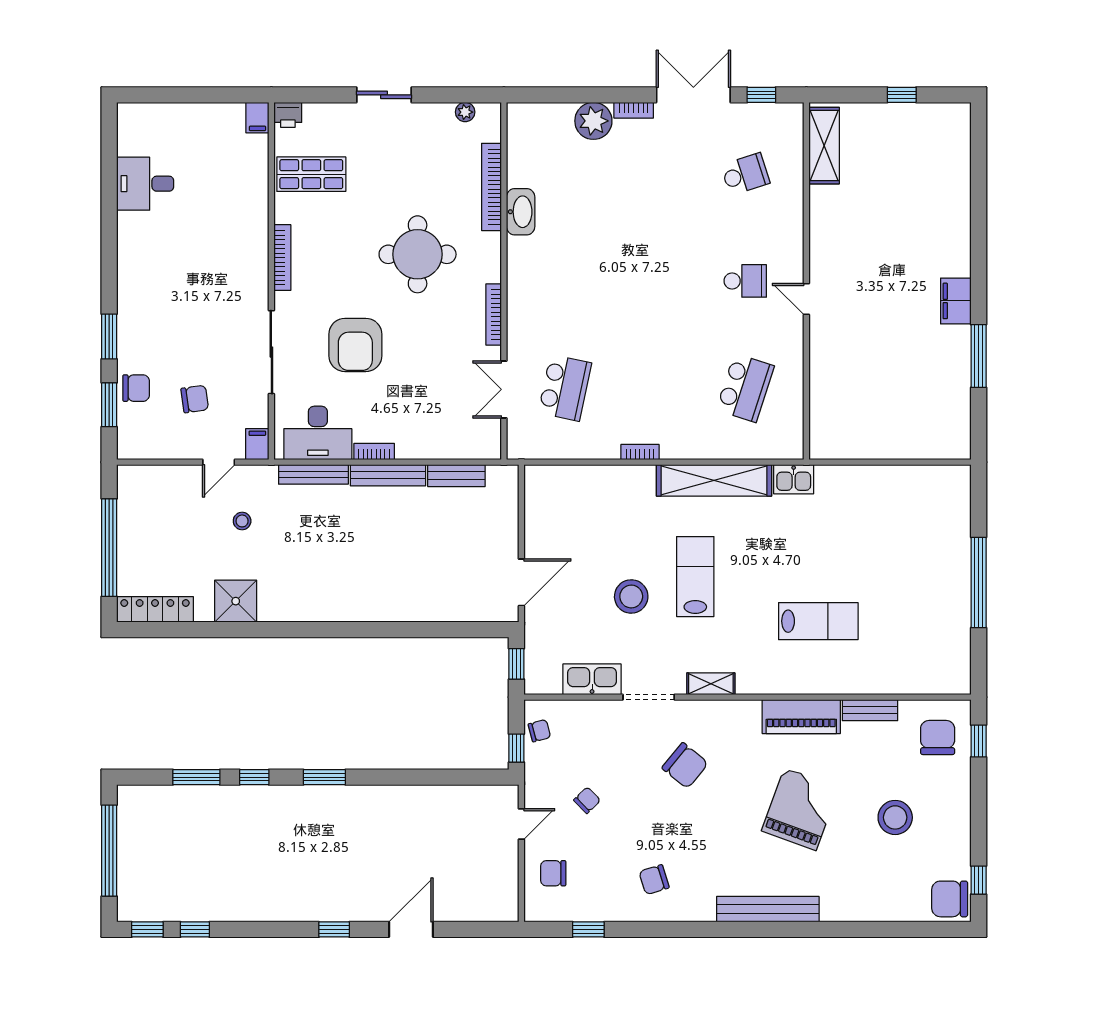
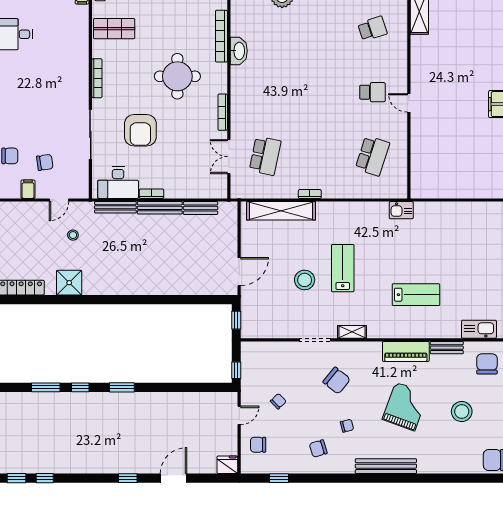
filing cabinet: (257, 444) -> (28, 189), moved
shelving: (714, 480) -> (281, 211), moved
kitchen sink: (592, 679) -> (479, 329), moved
chair: (539, 731) -> (347, 426), moved
fridge: (501, 907) -> (227, 465), added

